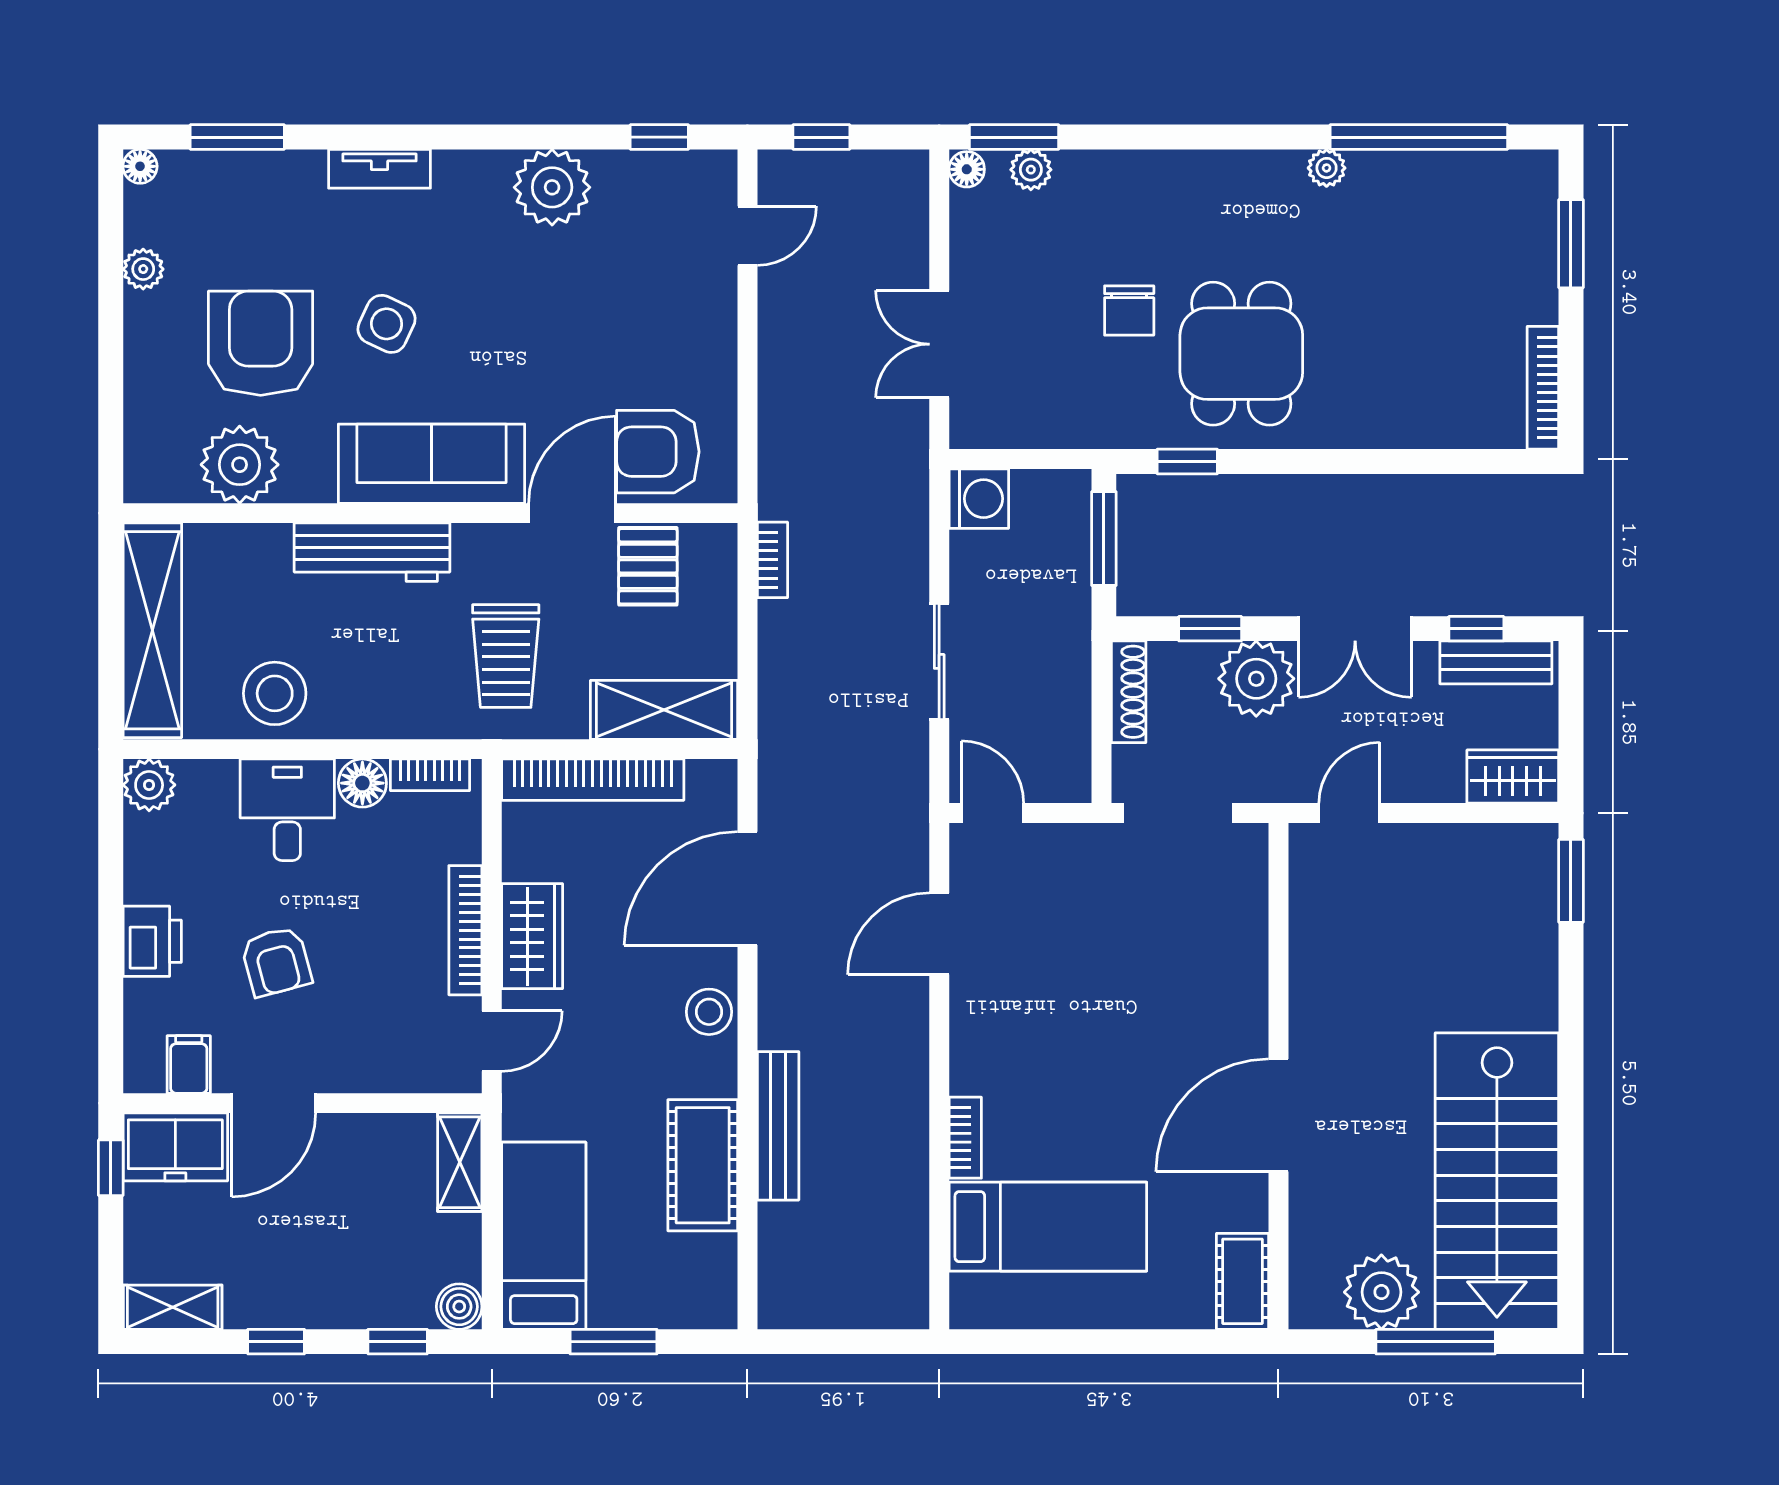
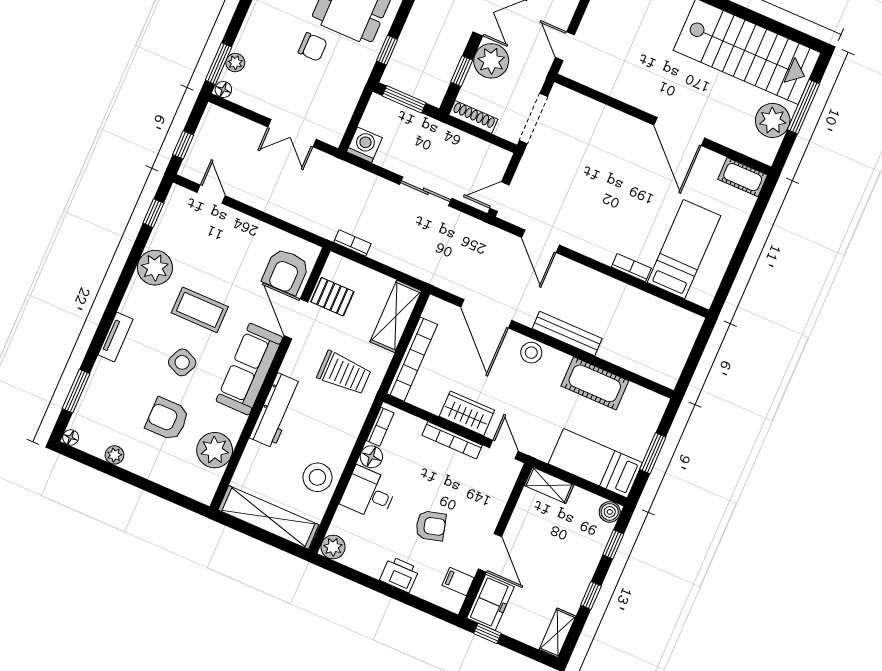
coffee table: (507, 313) -> (200, 310), added
armchair: (261, 343) -> (167, 419), width x0.73, depth x0.73
bench: (778, 1126) -> (567, 334), moved

